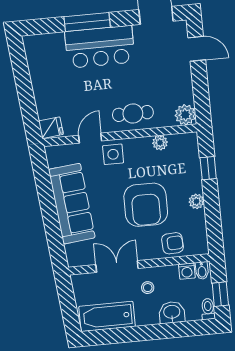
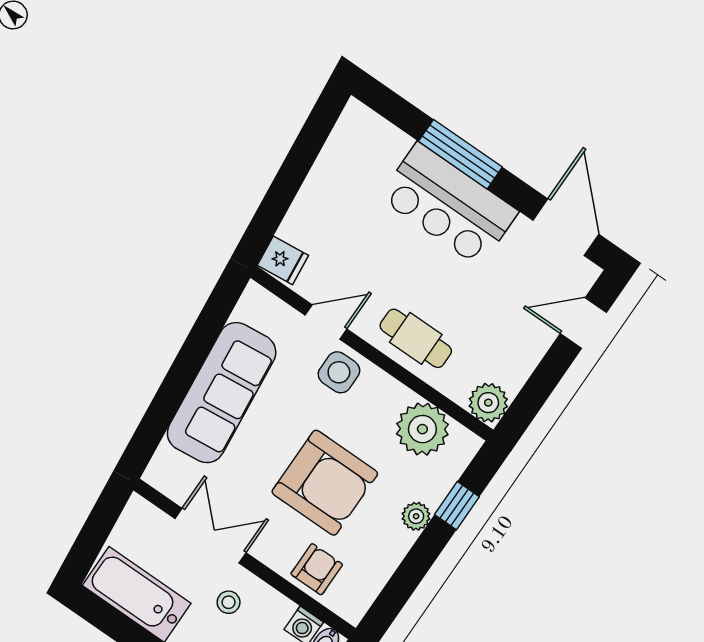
door: (197, 49) -> (583, 323), swing flipped
plant: (160, 143) -> (422, 429), width x1.88, depth x1.88
plant: (196, 201) -> (416, 516), moved
armchair: (146, 205) -> (325, 483), turned -90
armchair: (173, 243) -> (317, 569), turned -87

